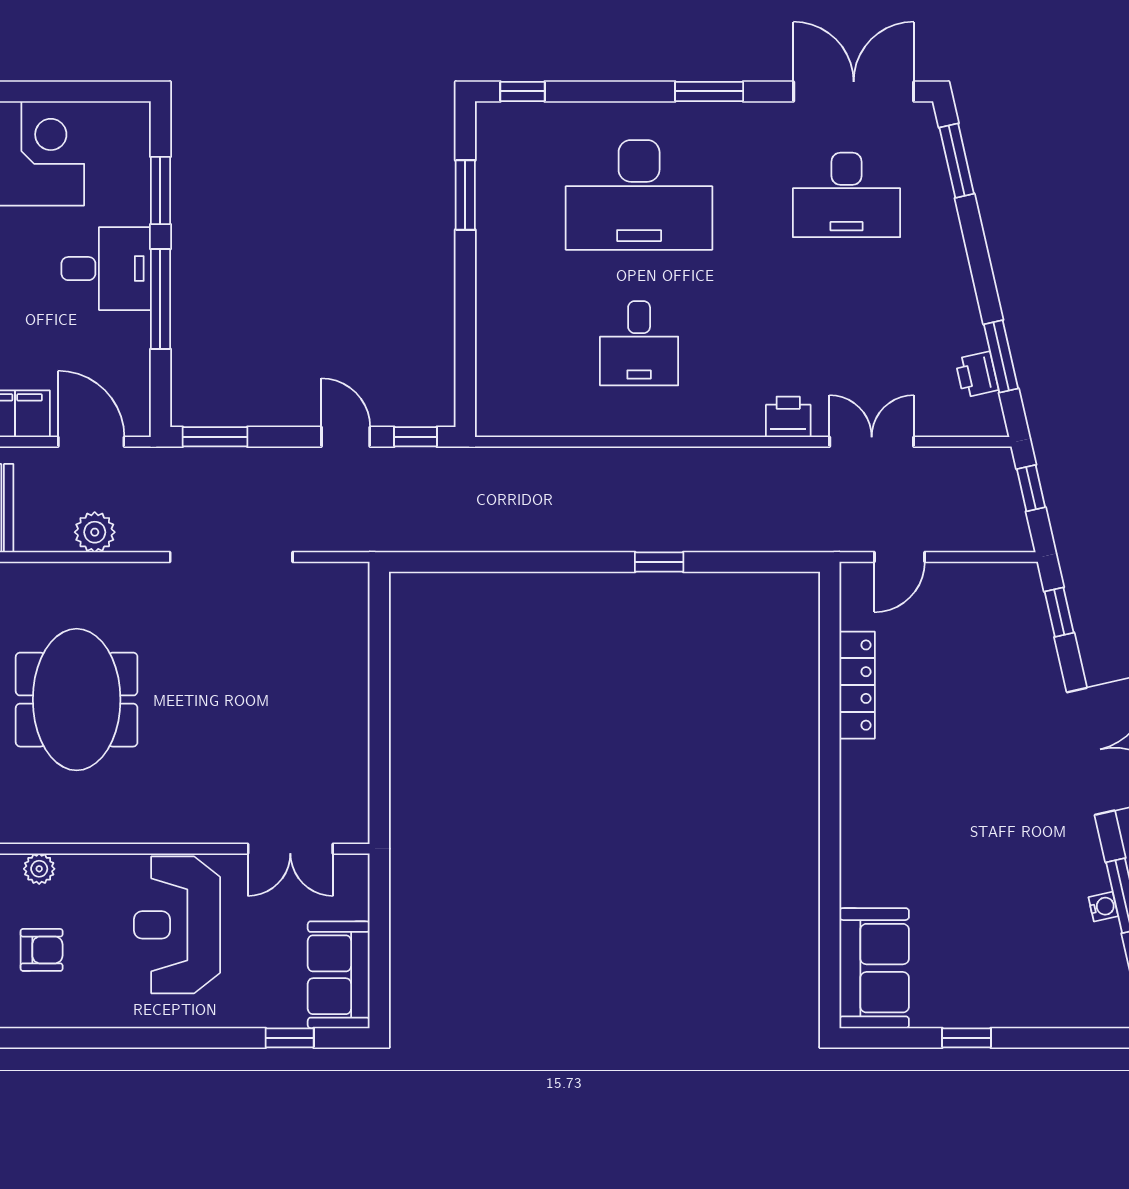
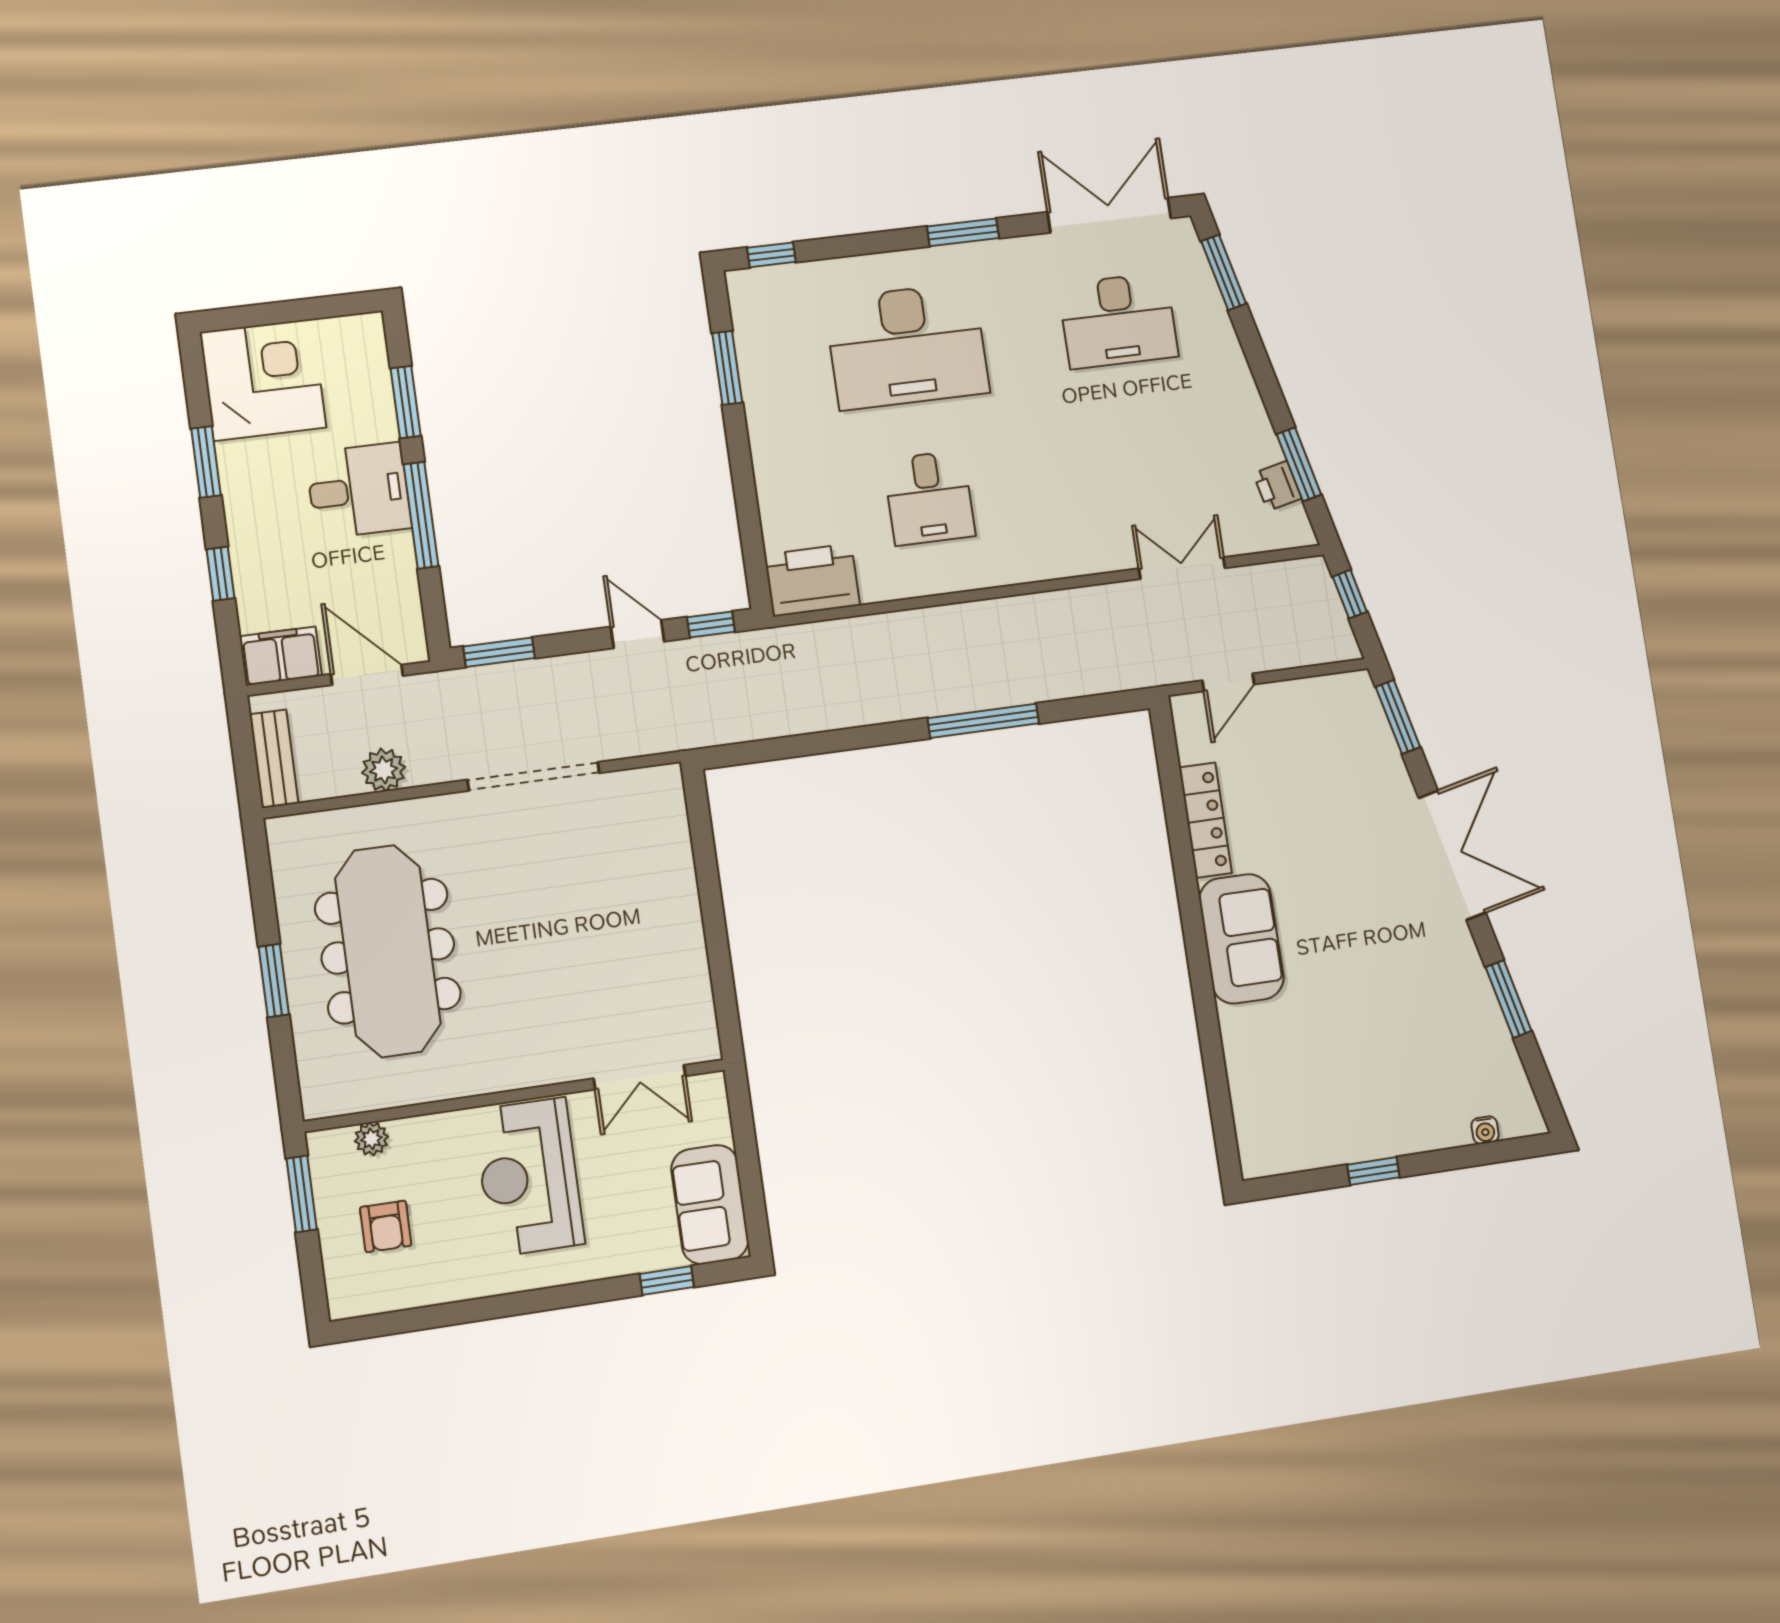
printer: (788, 417) -> (812, 580), moved, width x1.87, depth x1.48
window: (659, 562) -> (983, 721), width x2.17
window: (1059, 612) -> (1398, 717), width x1.50
meeting table: (77, 700) -> (388, 951), width x1.36
water cooler: (1103, 907) -> (1485, 1130), moved, turned 103
armchair: (42, 950) -> (386, 1226), turned 90
sofa: (874, 968) -> (1241, 939), moved

